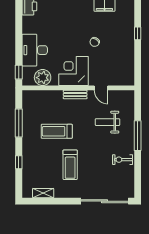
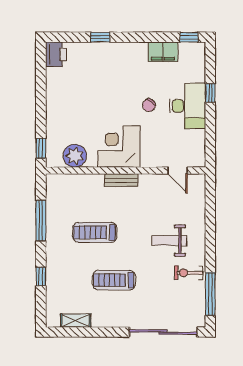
desk: (35, 50) -> (188, 106), moved, turned 180
door: (101, 88) -> (178, 171), moved
weight bench: (108, 122) -> (170, 241), moved
window: (138, 136) -> (210, 294), moved
treadmill: (70, 165) -> (114, 280), turned 90

